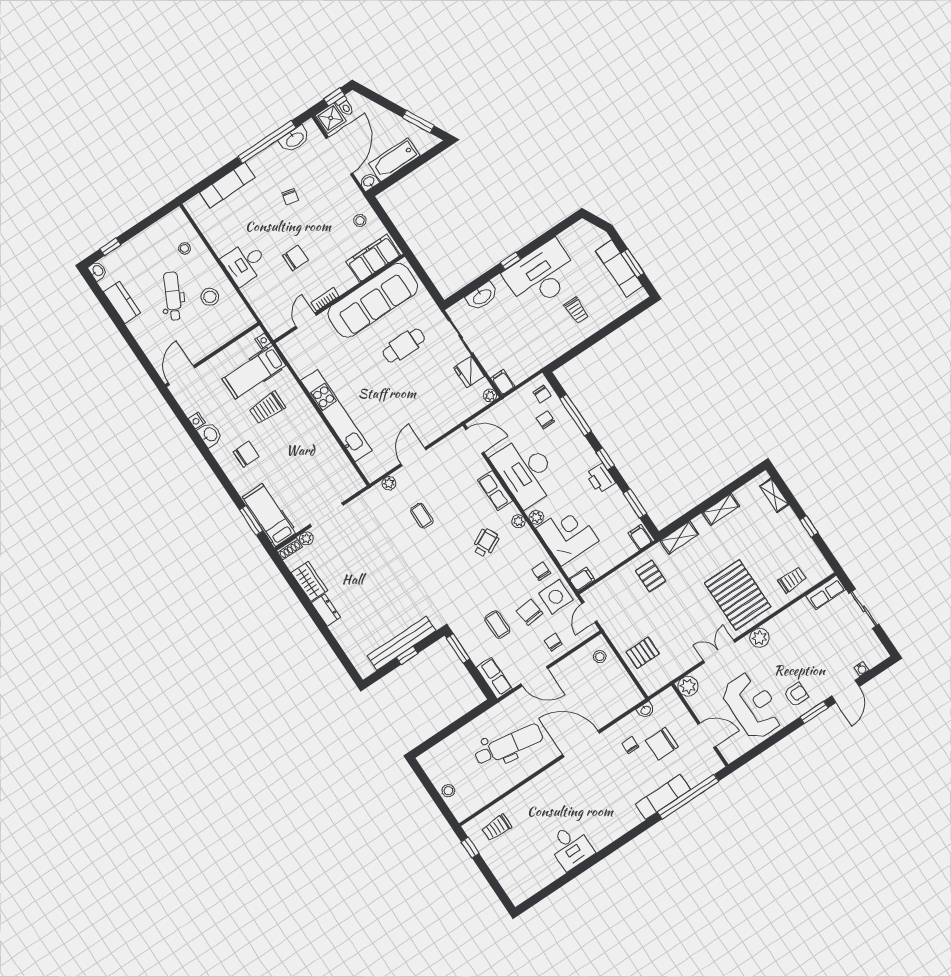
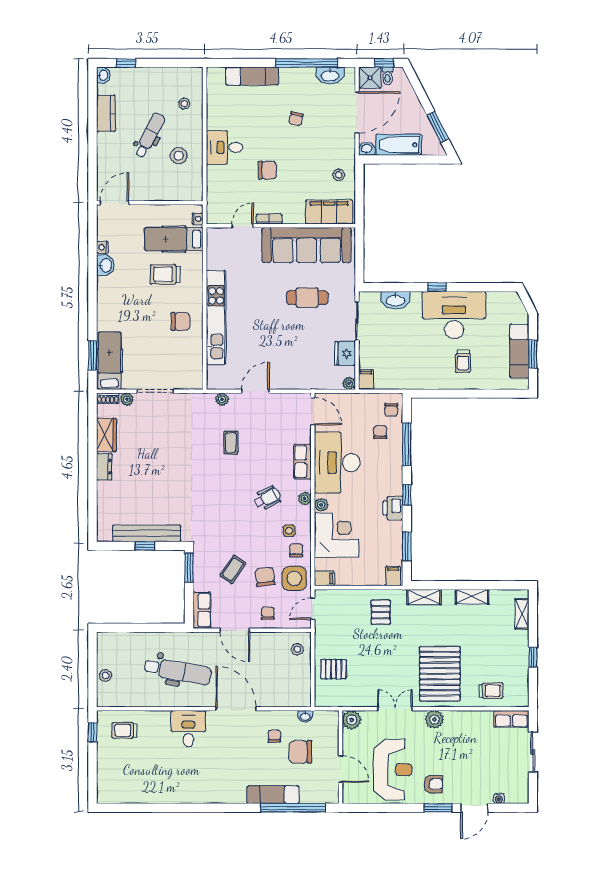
chair: (246, 454) -> (181, 321), moved
side table: (524, 558) -> (289, 531), added
coffee table: (497, 625) -> (233, 569), turned 34
desk: (571, 847) -> (188, 729), moved, turned 180

